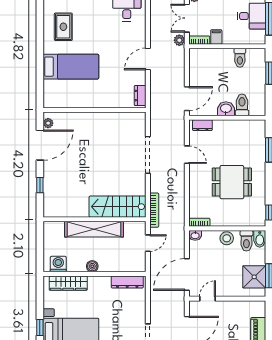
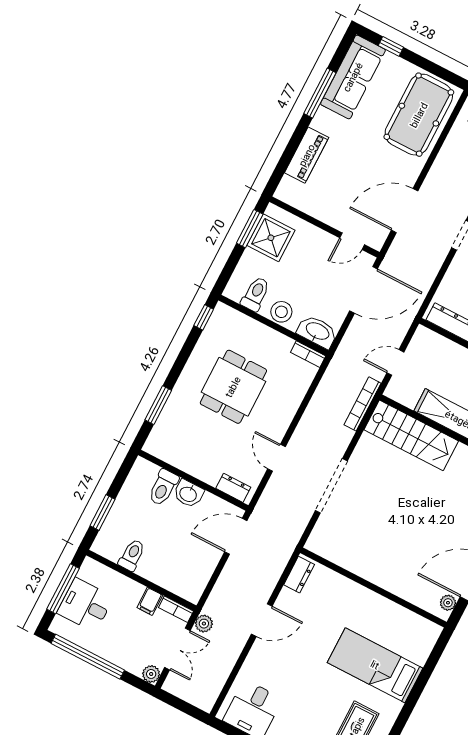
dining table: (232, 182) -> (233, 387), turned 90
washbasin: (195, 235) -> (317, 332), width x1.91, depth x1.45
bidet: (260, 239) -> (236, 287), removed

